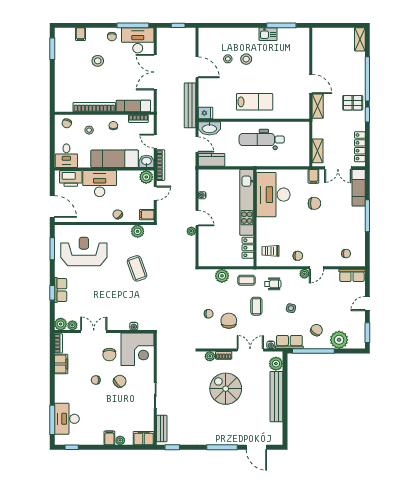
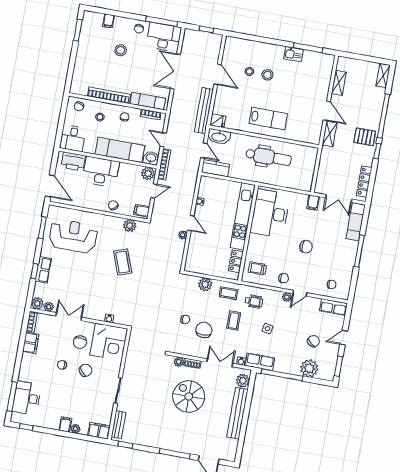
dental chair: (262, 140) -> (269, 157), turned 180
shelving: (318, 151) -> (339, 83), moved
chair: (314, 203) -> (306, 247), moved
chair: (316, 330) -> (314, 341), moved

